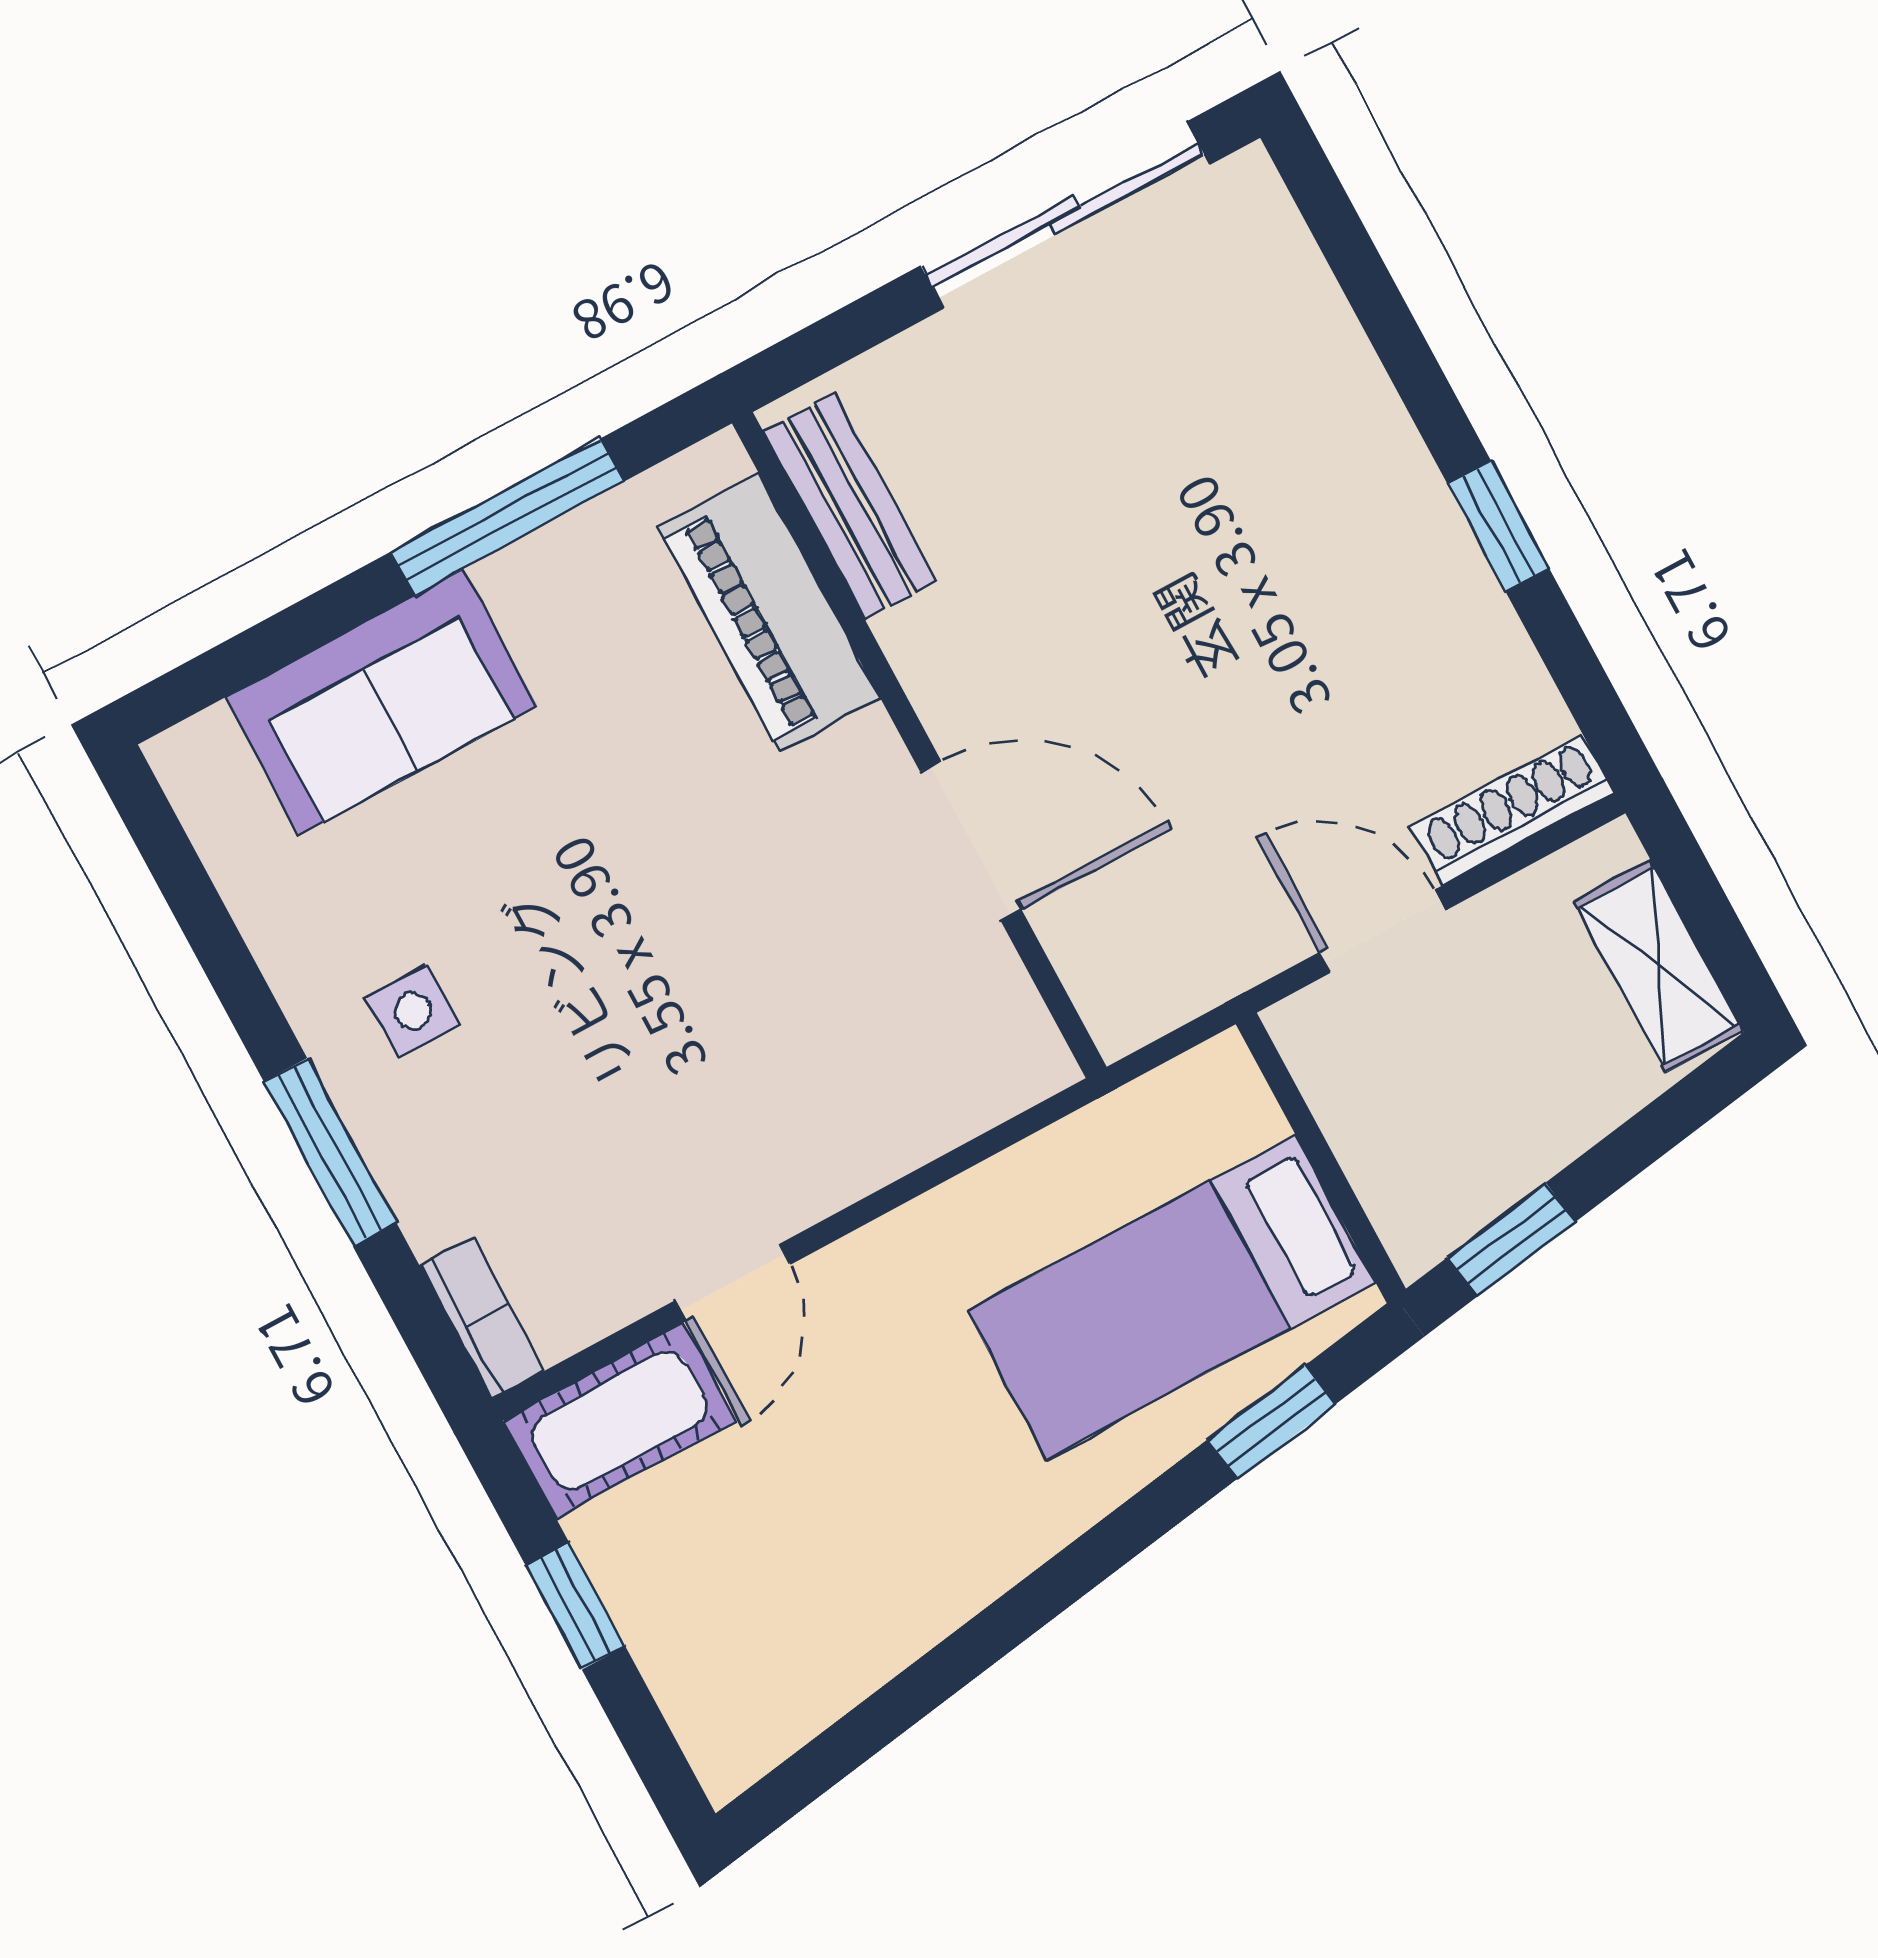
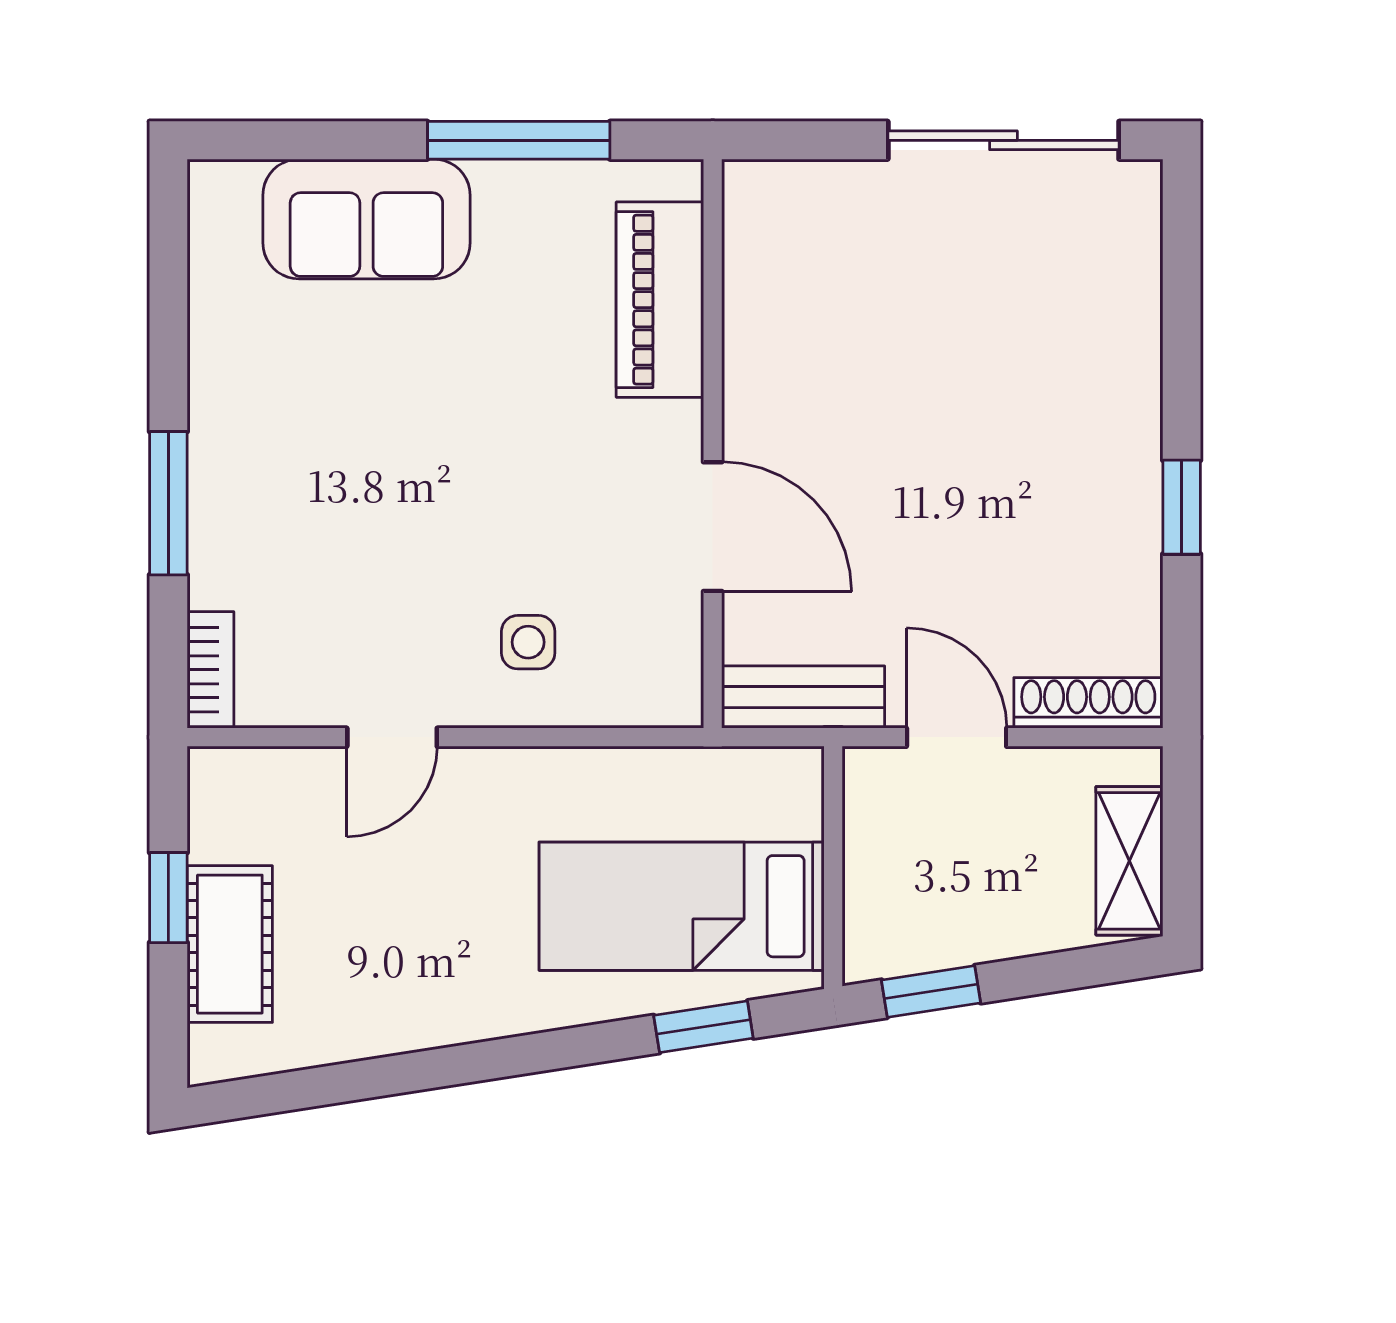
bench: (850, 507) -> (803, 697), moved, turned 90
side table: (413, 1011) -> (528, 642), moved
cot: (620, 1420) -> (230, 944), moved, turned 90

